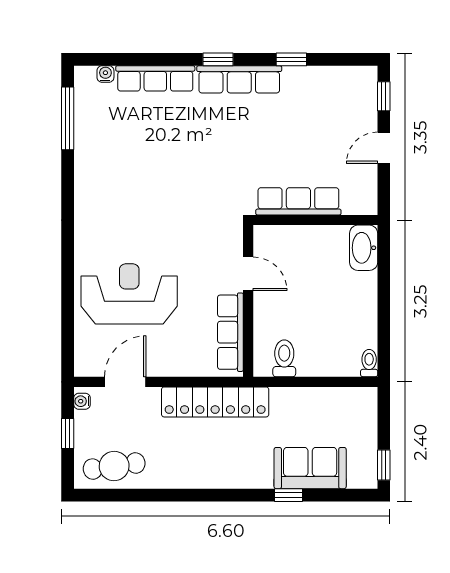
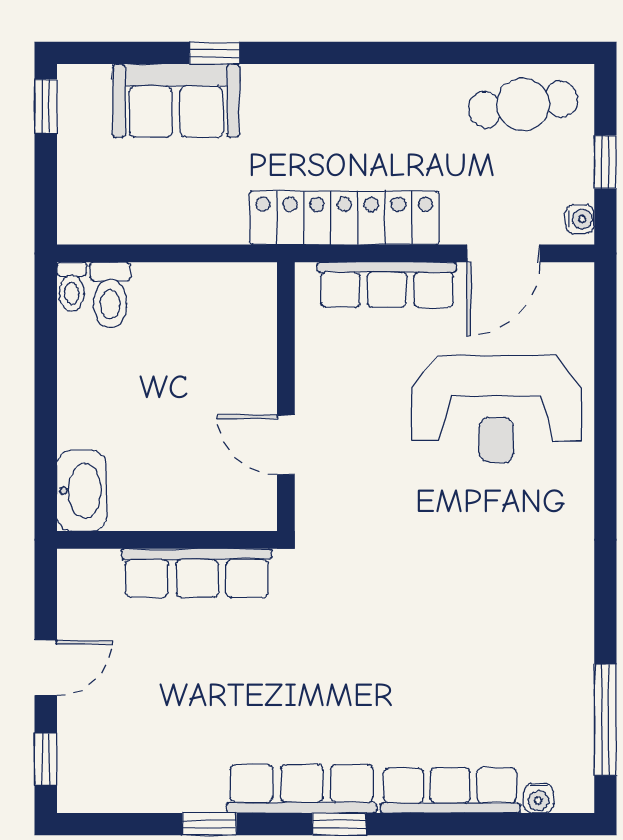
row of seats: (230, 332) -> (387, 285), moved, turned 90
toilet: (284, 358) -> (110, 295), moved

